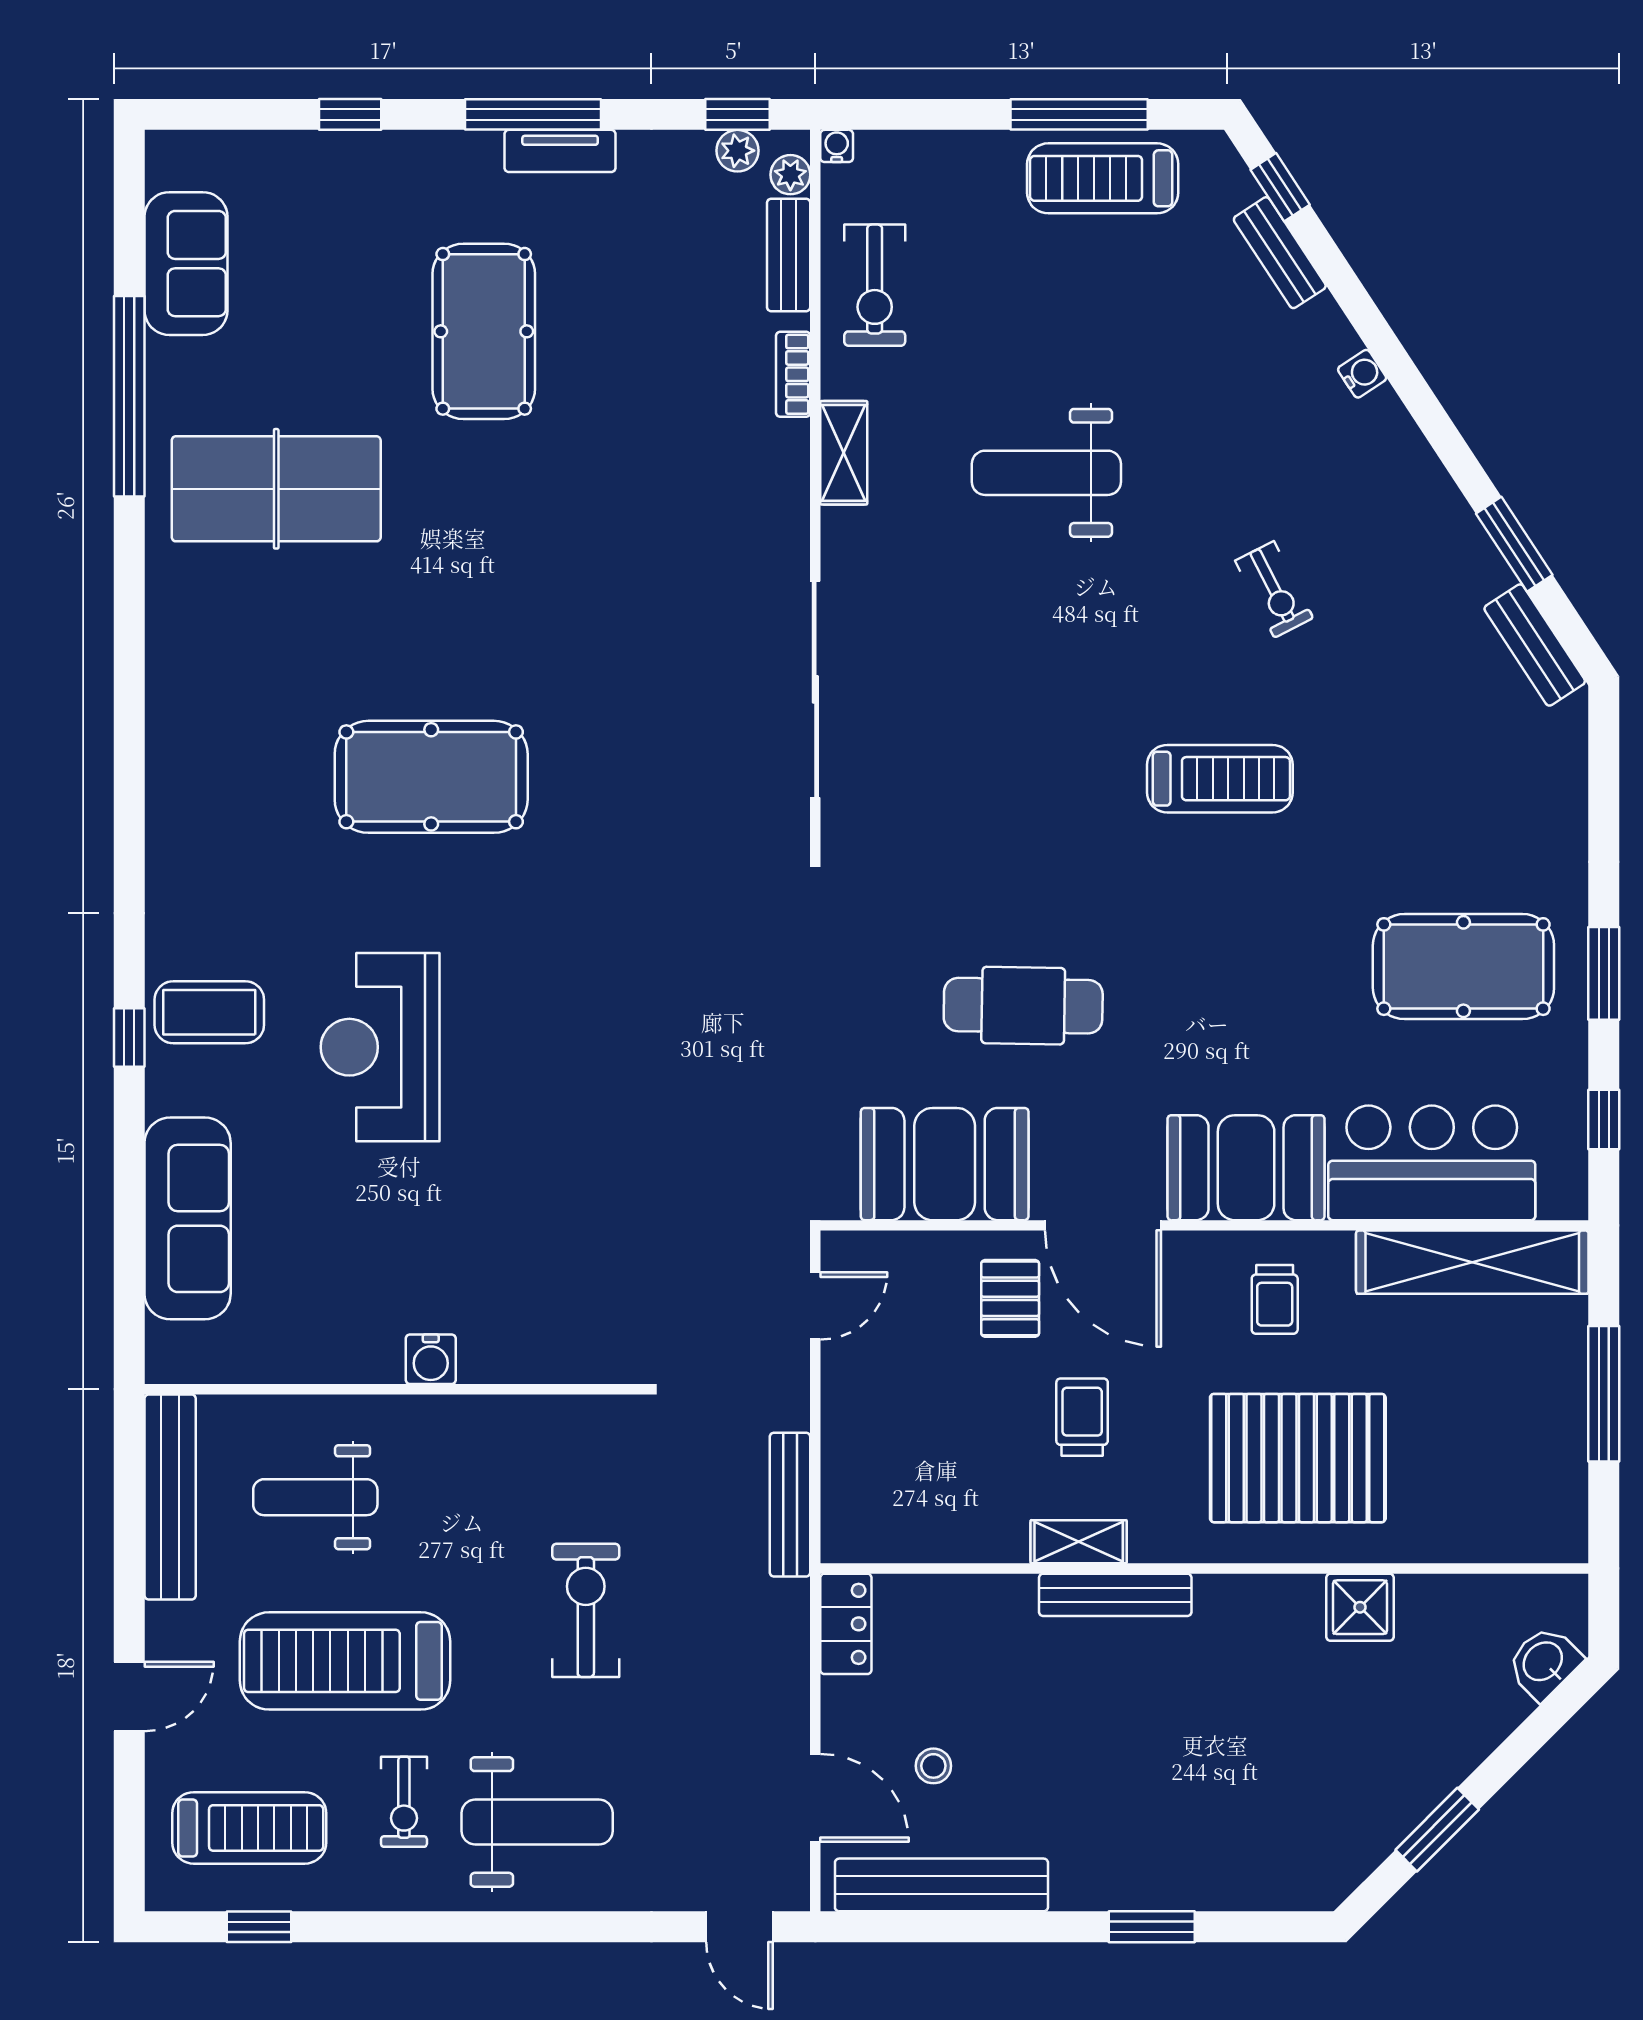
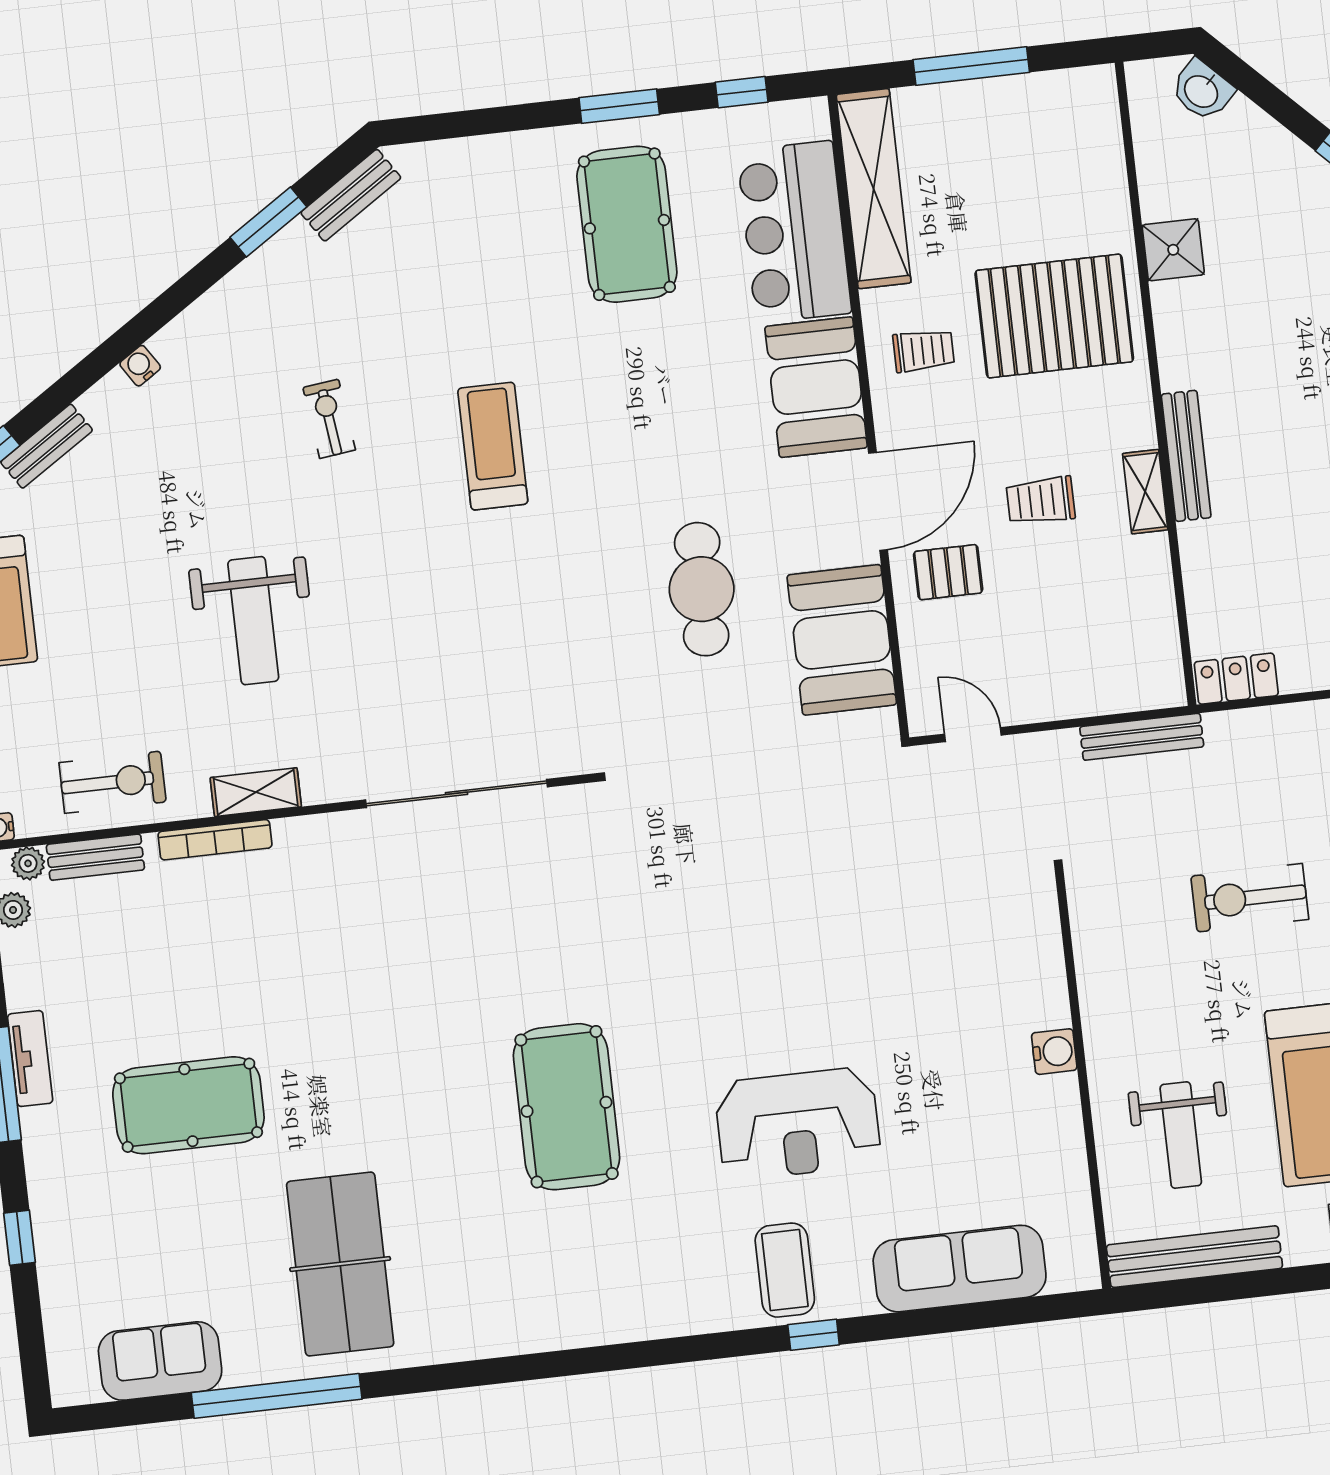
bookcase: (793, 374) -> (215, 840), width x1.56
exercise bike: (1274, 589) -> (329, 419), turned -70
pallet: (1298, 1458) -> (1054, 316), turned 90

